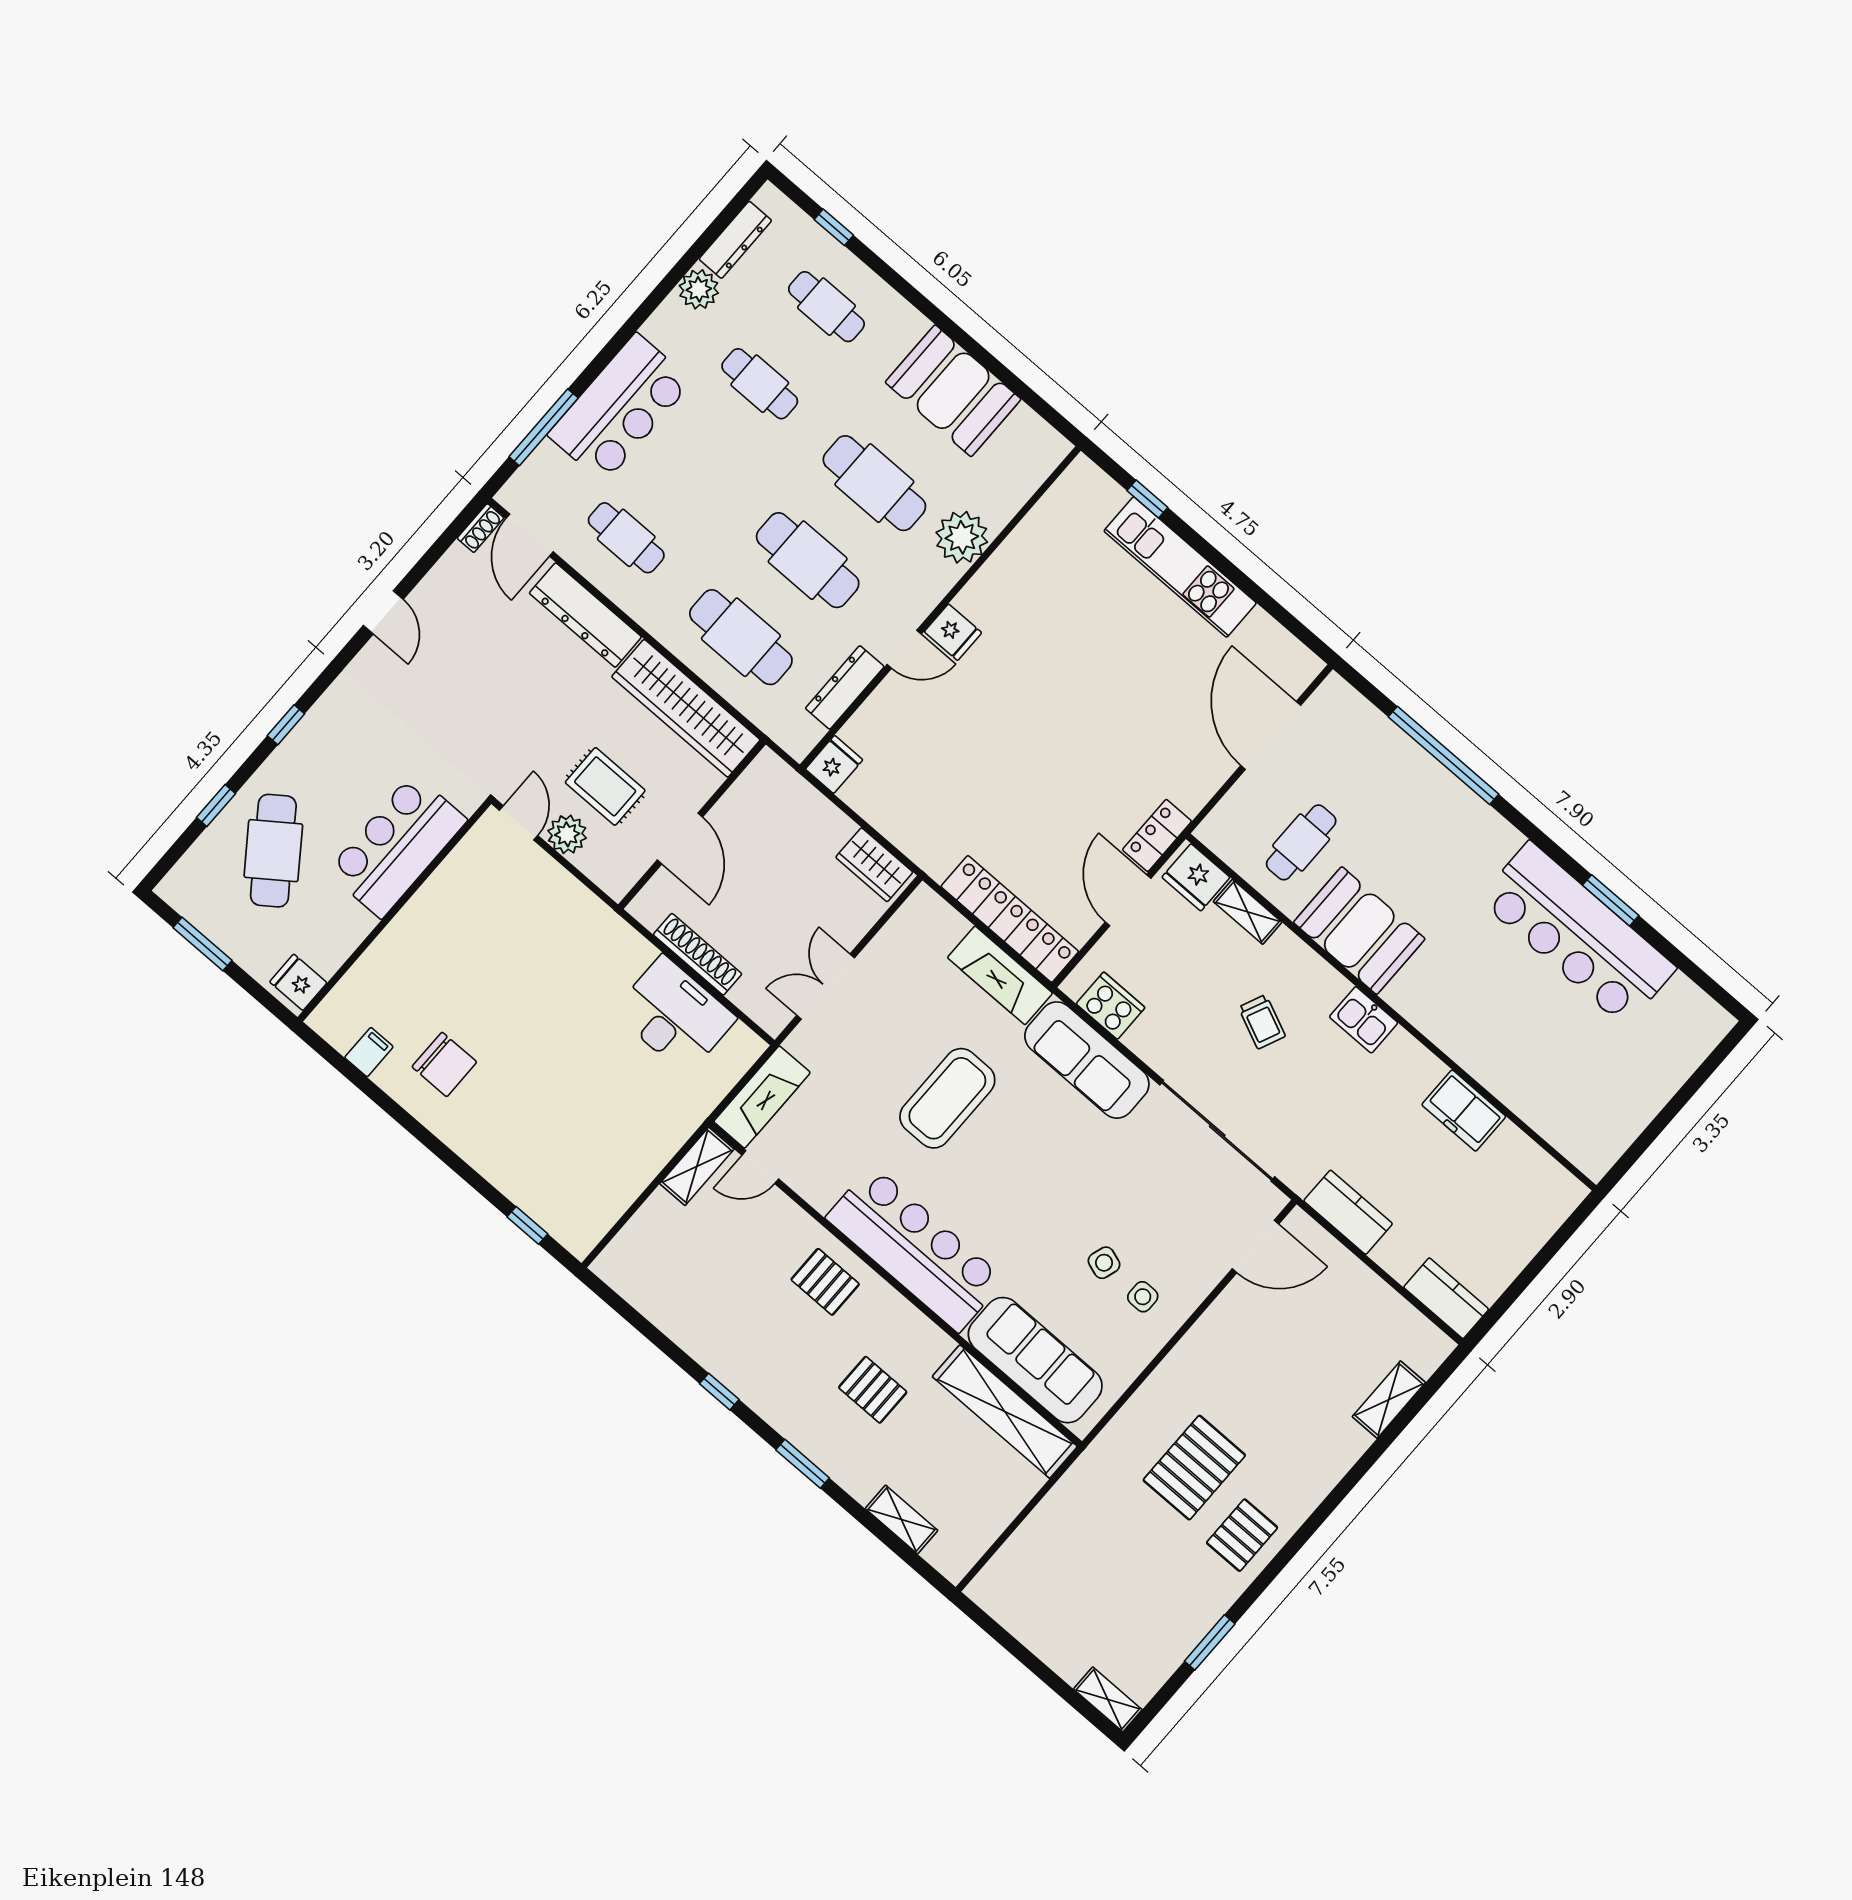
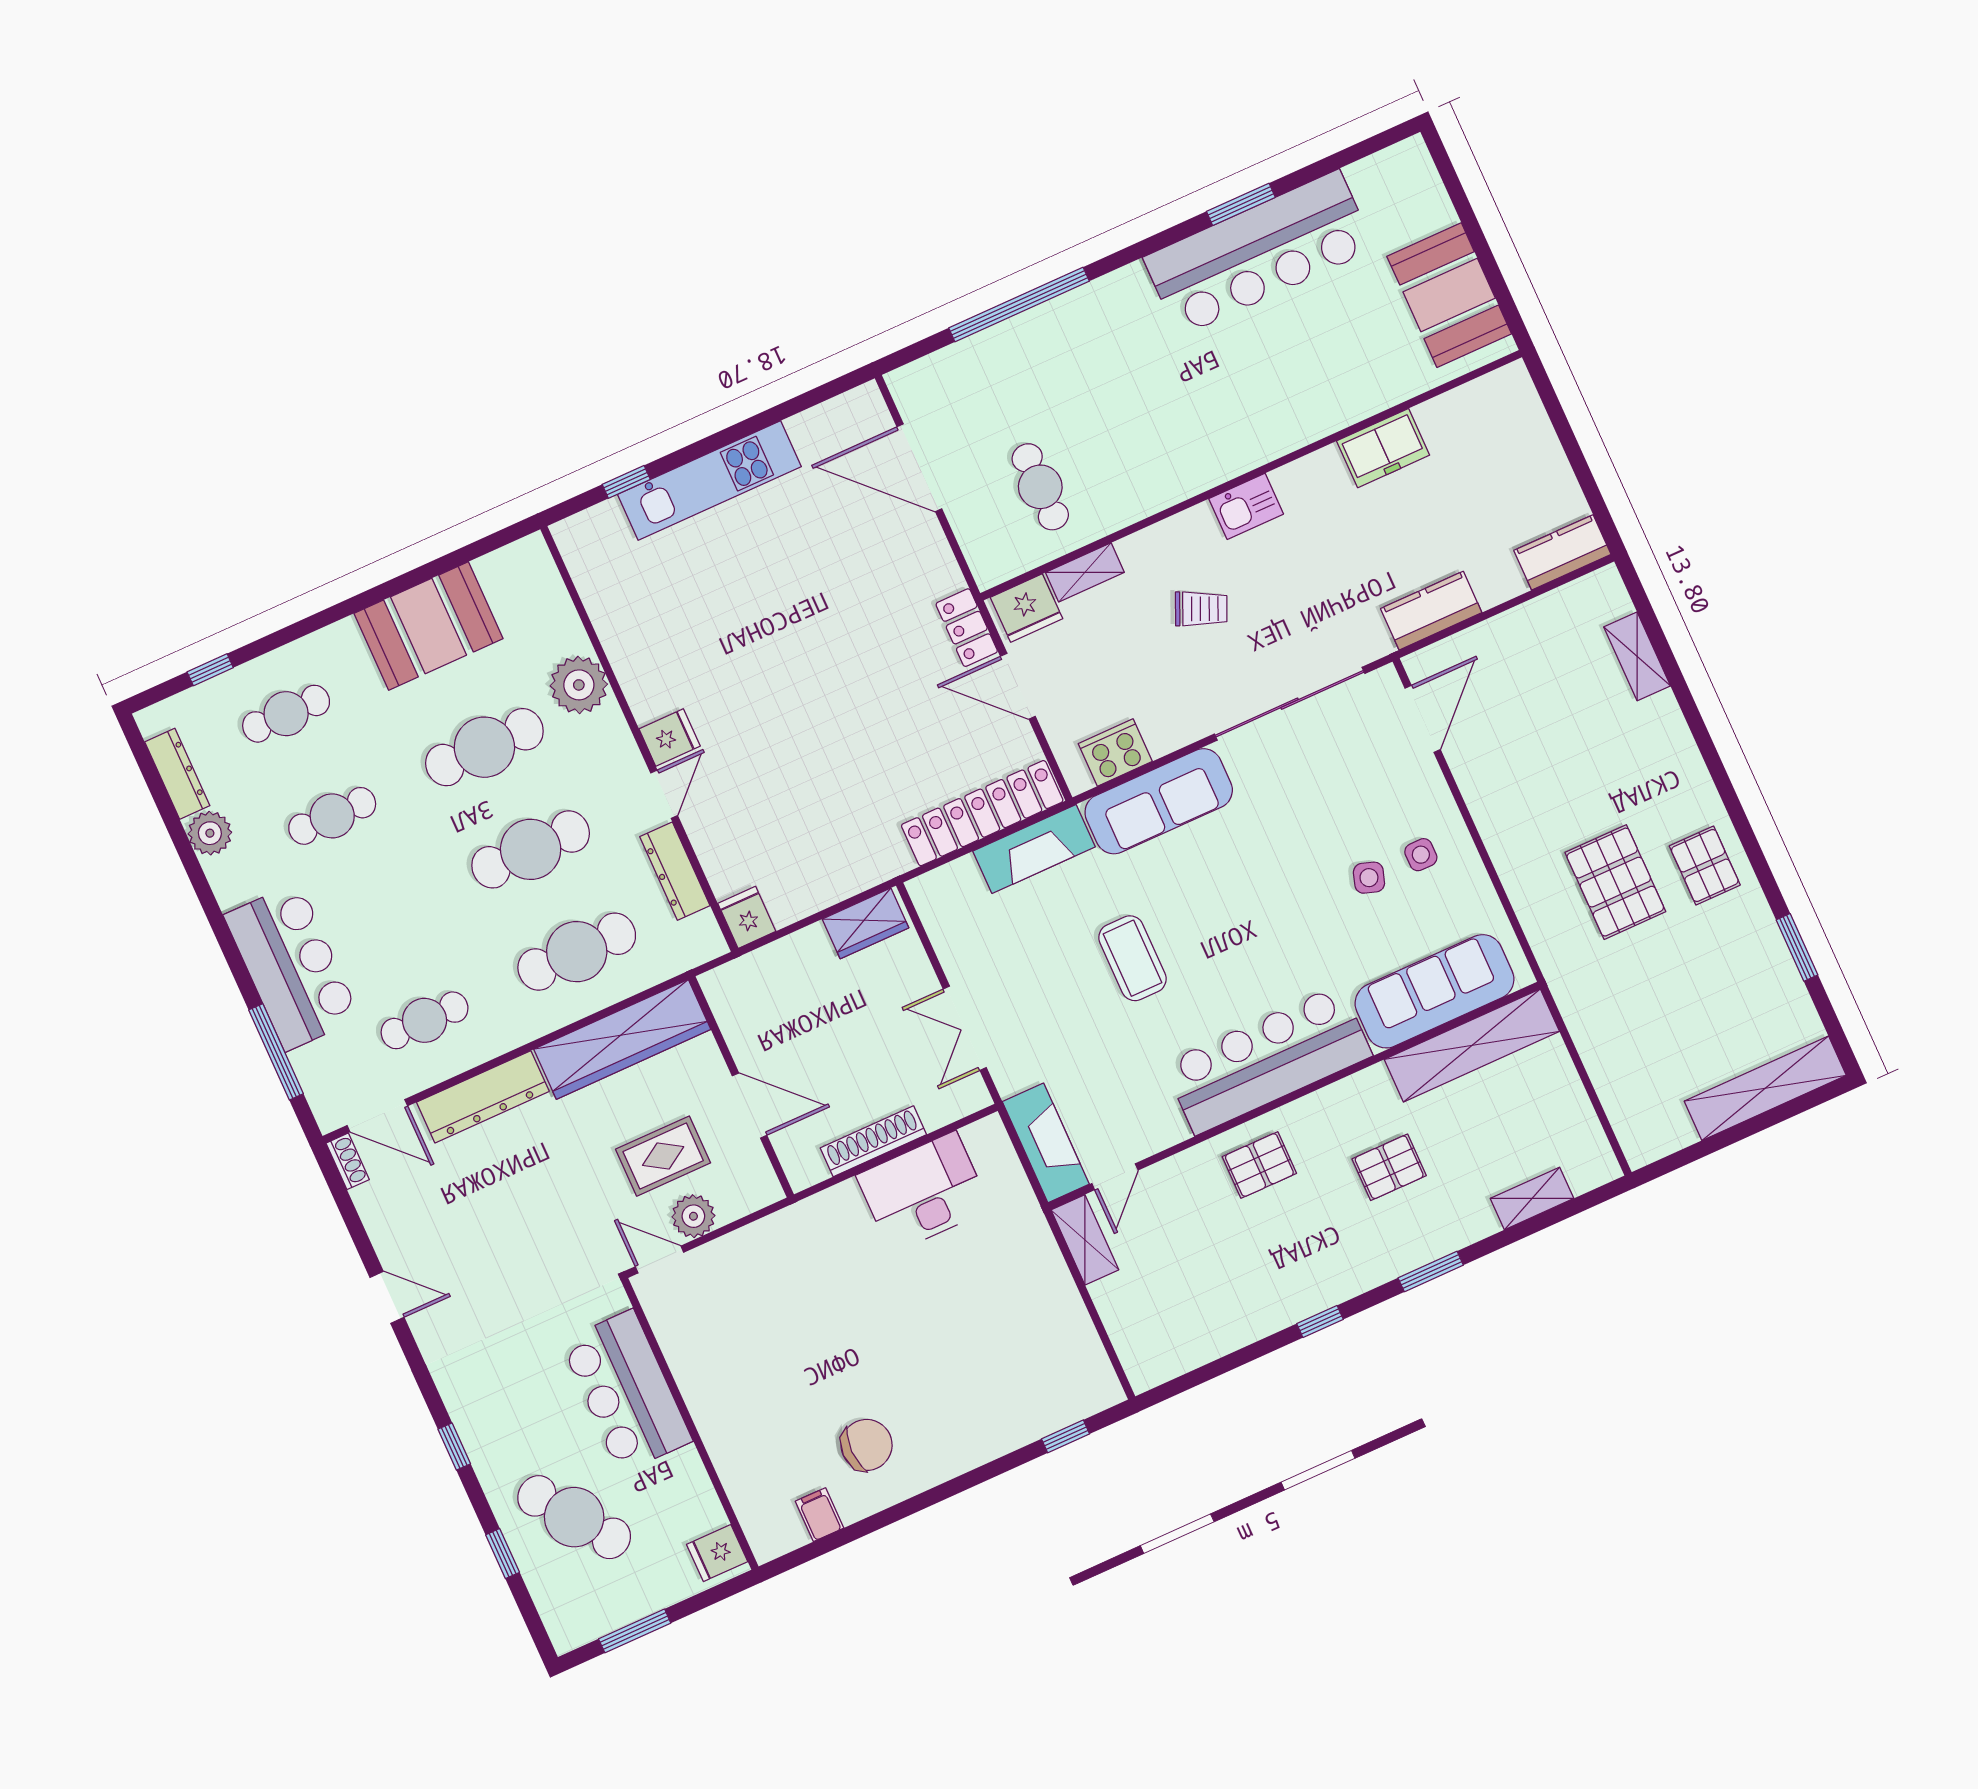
booth: (1359, 931) -> (1449, 295), moved, turned 90
coffee table: (947, 1098) -> (1132, 958), width x0.73, depth x0.76
shelving: (1108, 1699) -> (1765, 1088), width x2.20, depth x1.33

